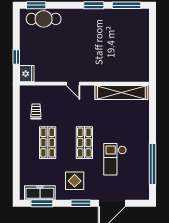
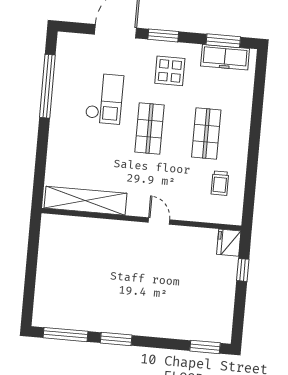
cafe table: (44, 19) -> (195, 325), removed

